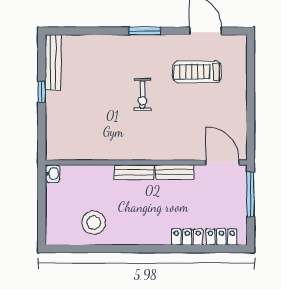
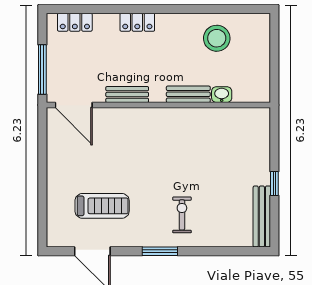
exercise bike: (142, 95) -> (182, 215), moved
bench: (134, 172) -> (188, 94), moved
washbasin: (53, 174) -> (222, 95), moved, turned 90
locker: (187, 237) -> (137, 22), moved

